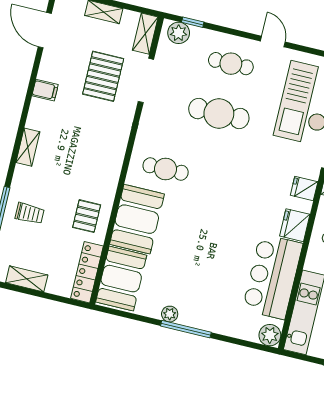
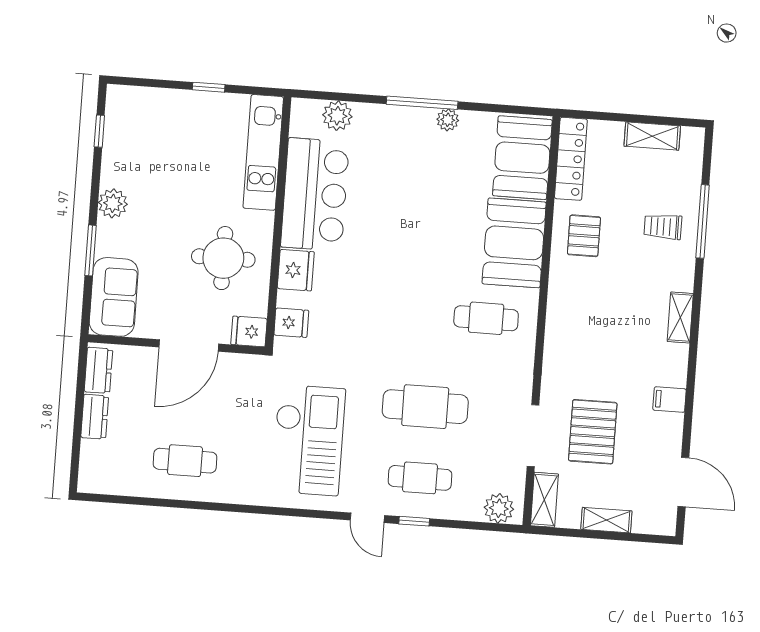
window: (193, 22) -> (414, 521), moved
plant: (270, 335) -> (337, 116), moved

